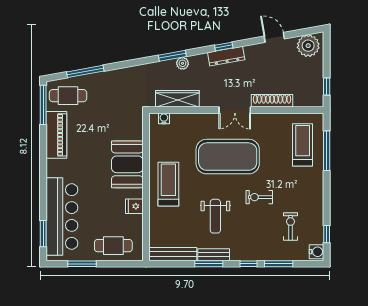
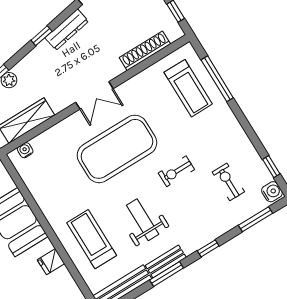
dresser: (226, 56) -> (67, 30), moved
shoe rack: (272, 101) -> (145, 51), moved
treadmill: (303, 145) -> (188, 88), turned 180
treadmill: (168, 184) -> (92, 239), moved
weight bench: (215, 216) -> (143, 220), turned 180
window: (279, 264) -> (255, 219), moved

